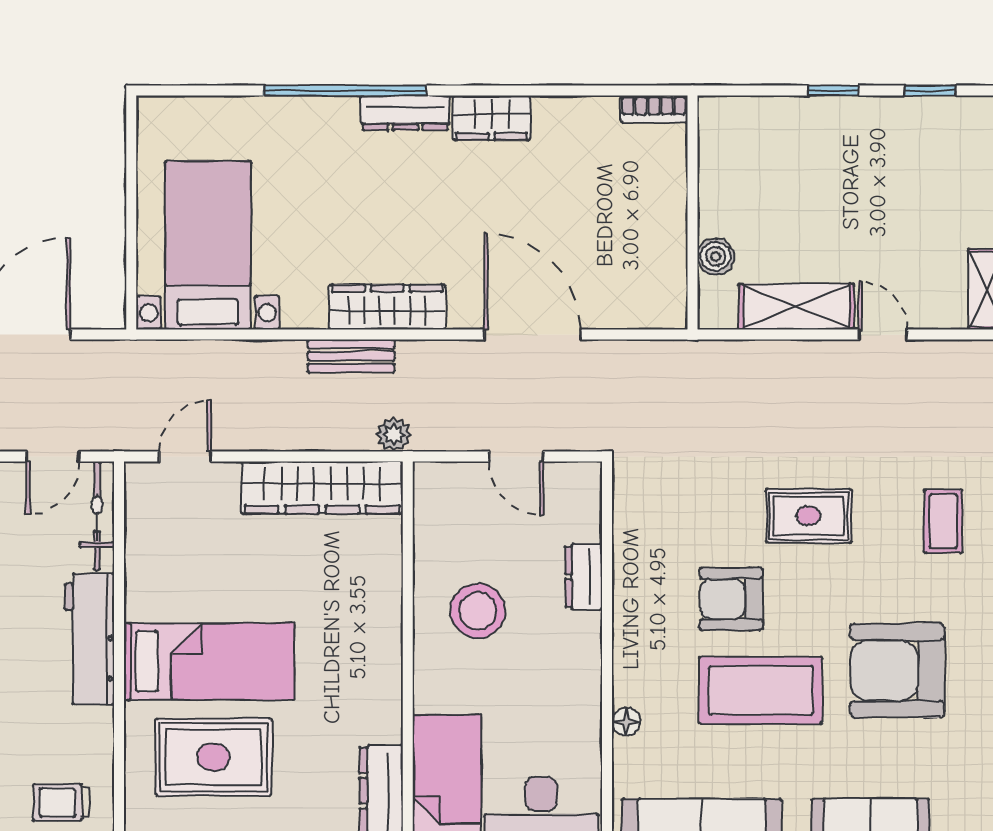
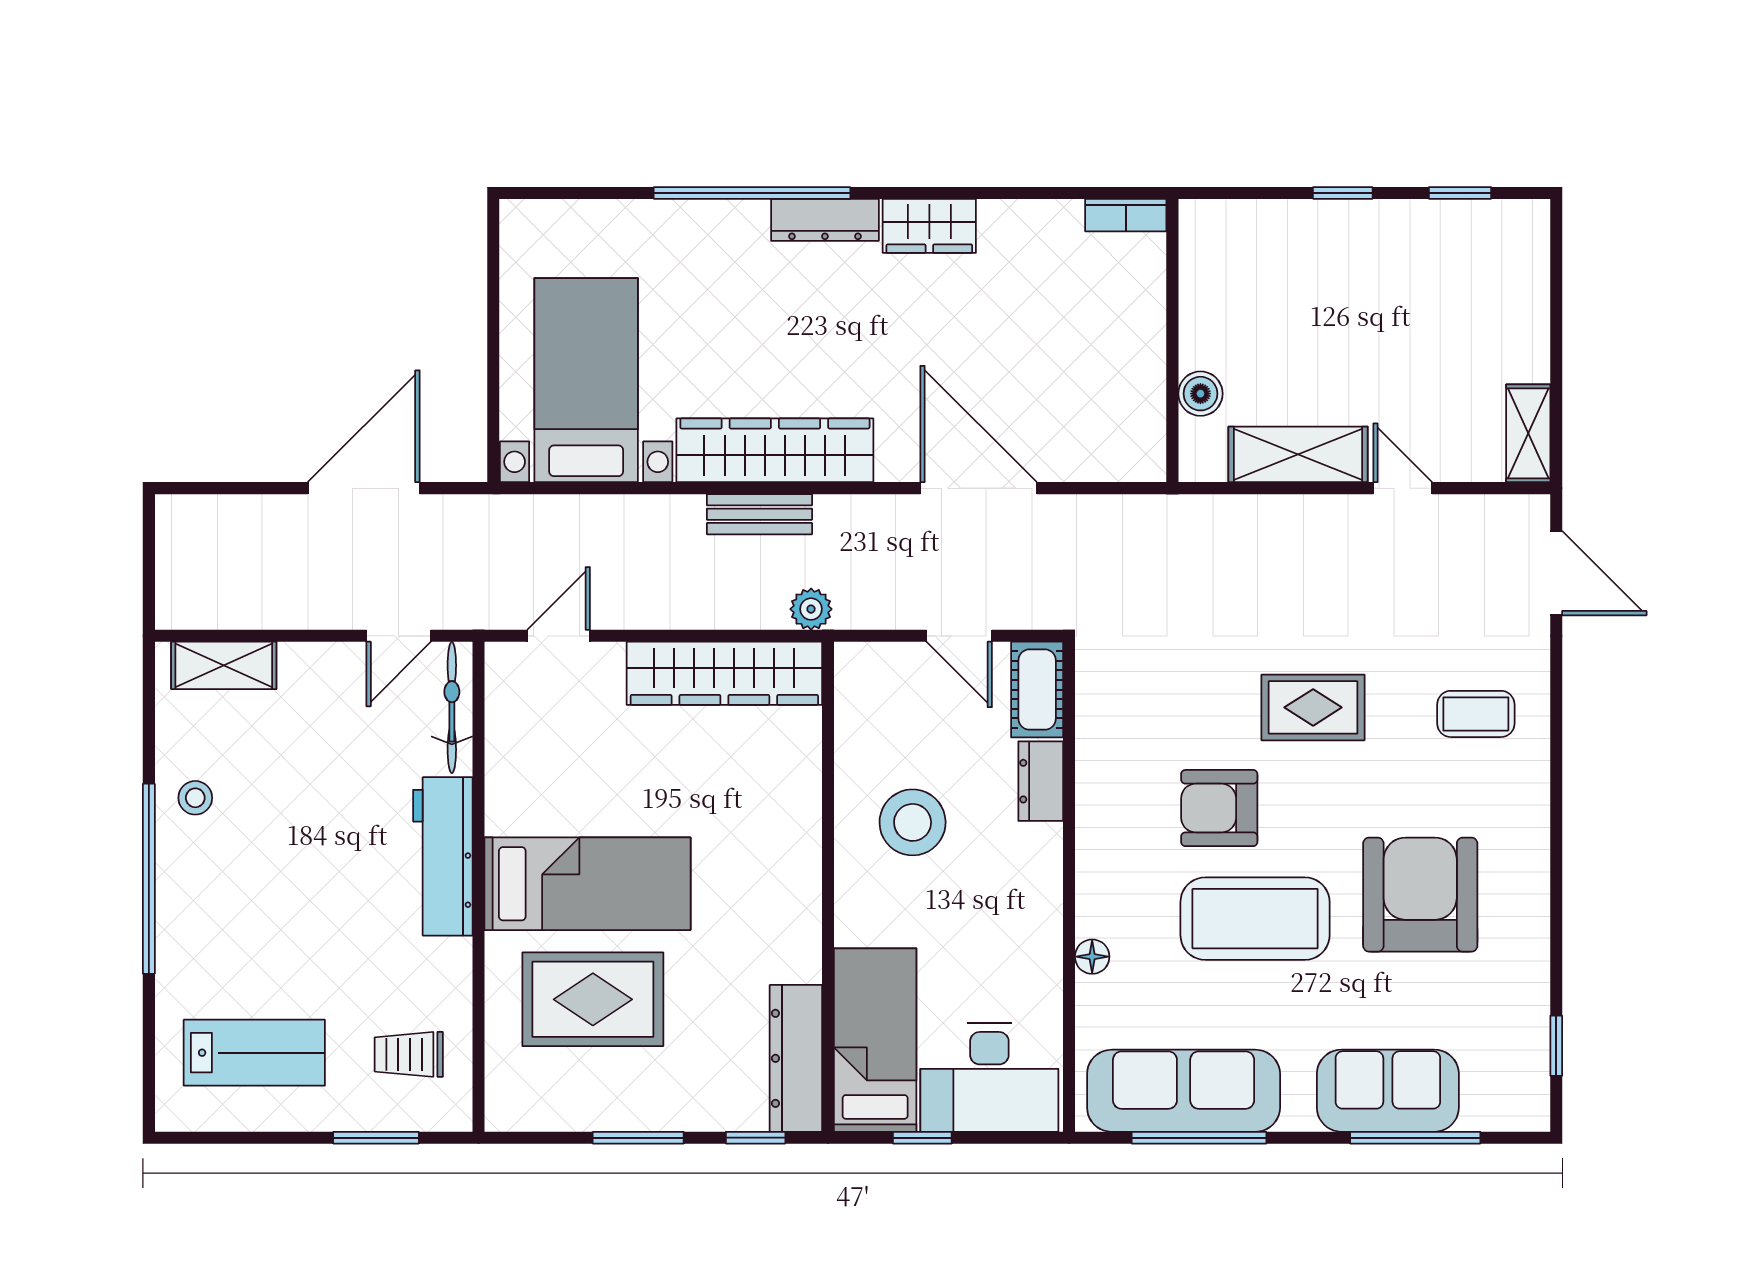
wardrobe: (387, 307) -> (775, 450), width x1.40, depth x1.17
cot: (581, 501) -> (1037, 690), added
coffee table: (943, 521) -> (1476, 714), turned 90
armchair: (897, 670) -> (1420, 895), turned 90

